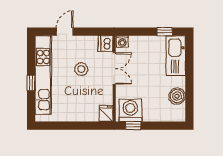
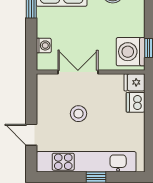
washing machine: (122, 42) -> (44, 45), moved
dishwasher: (106, 44) -> (136, 102), moved, turned 90

